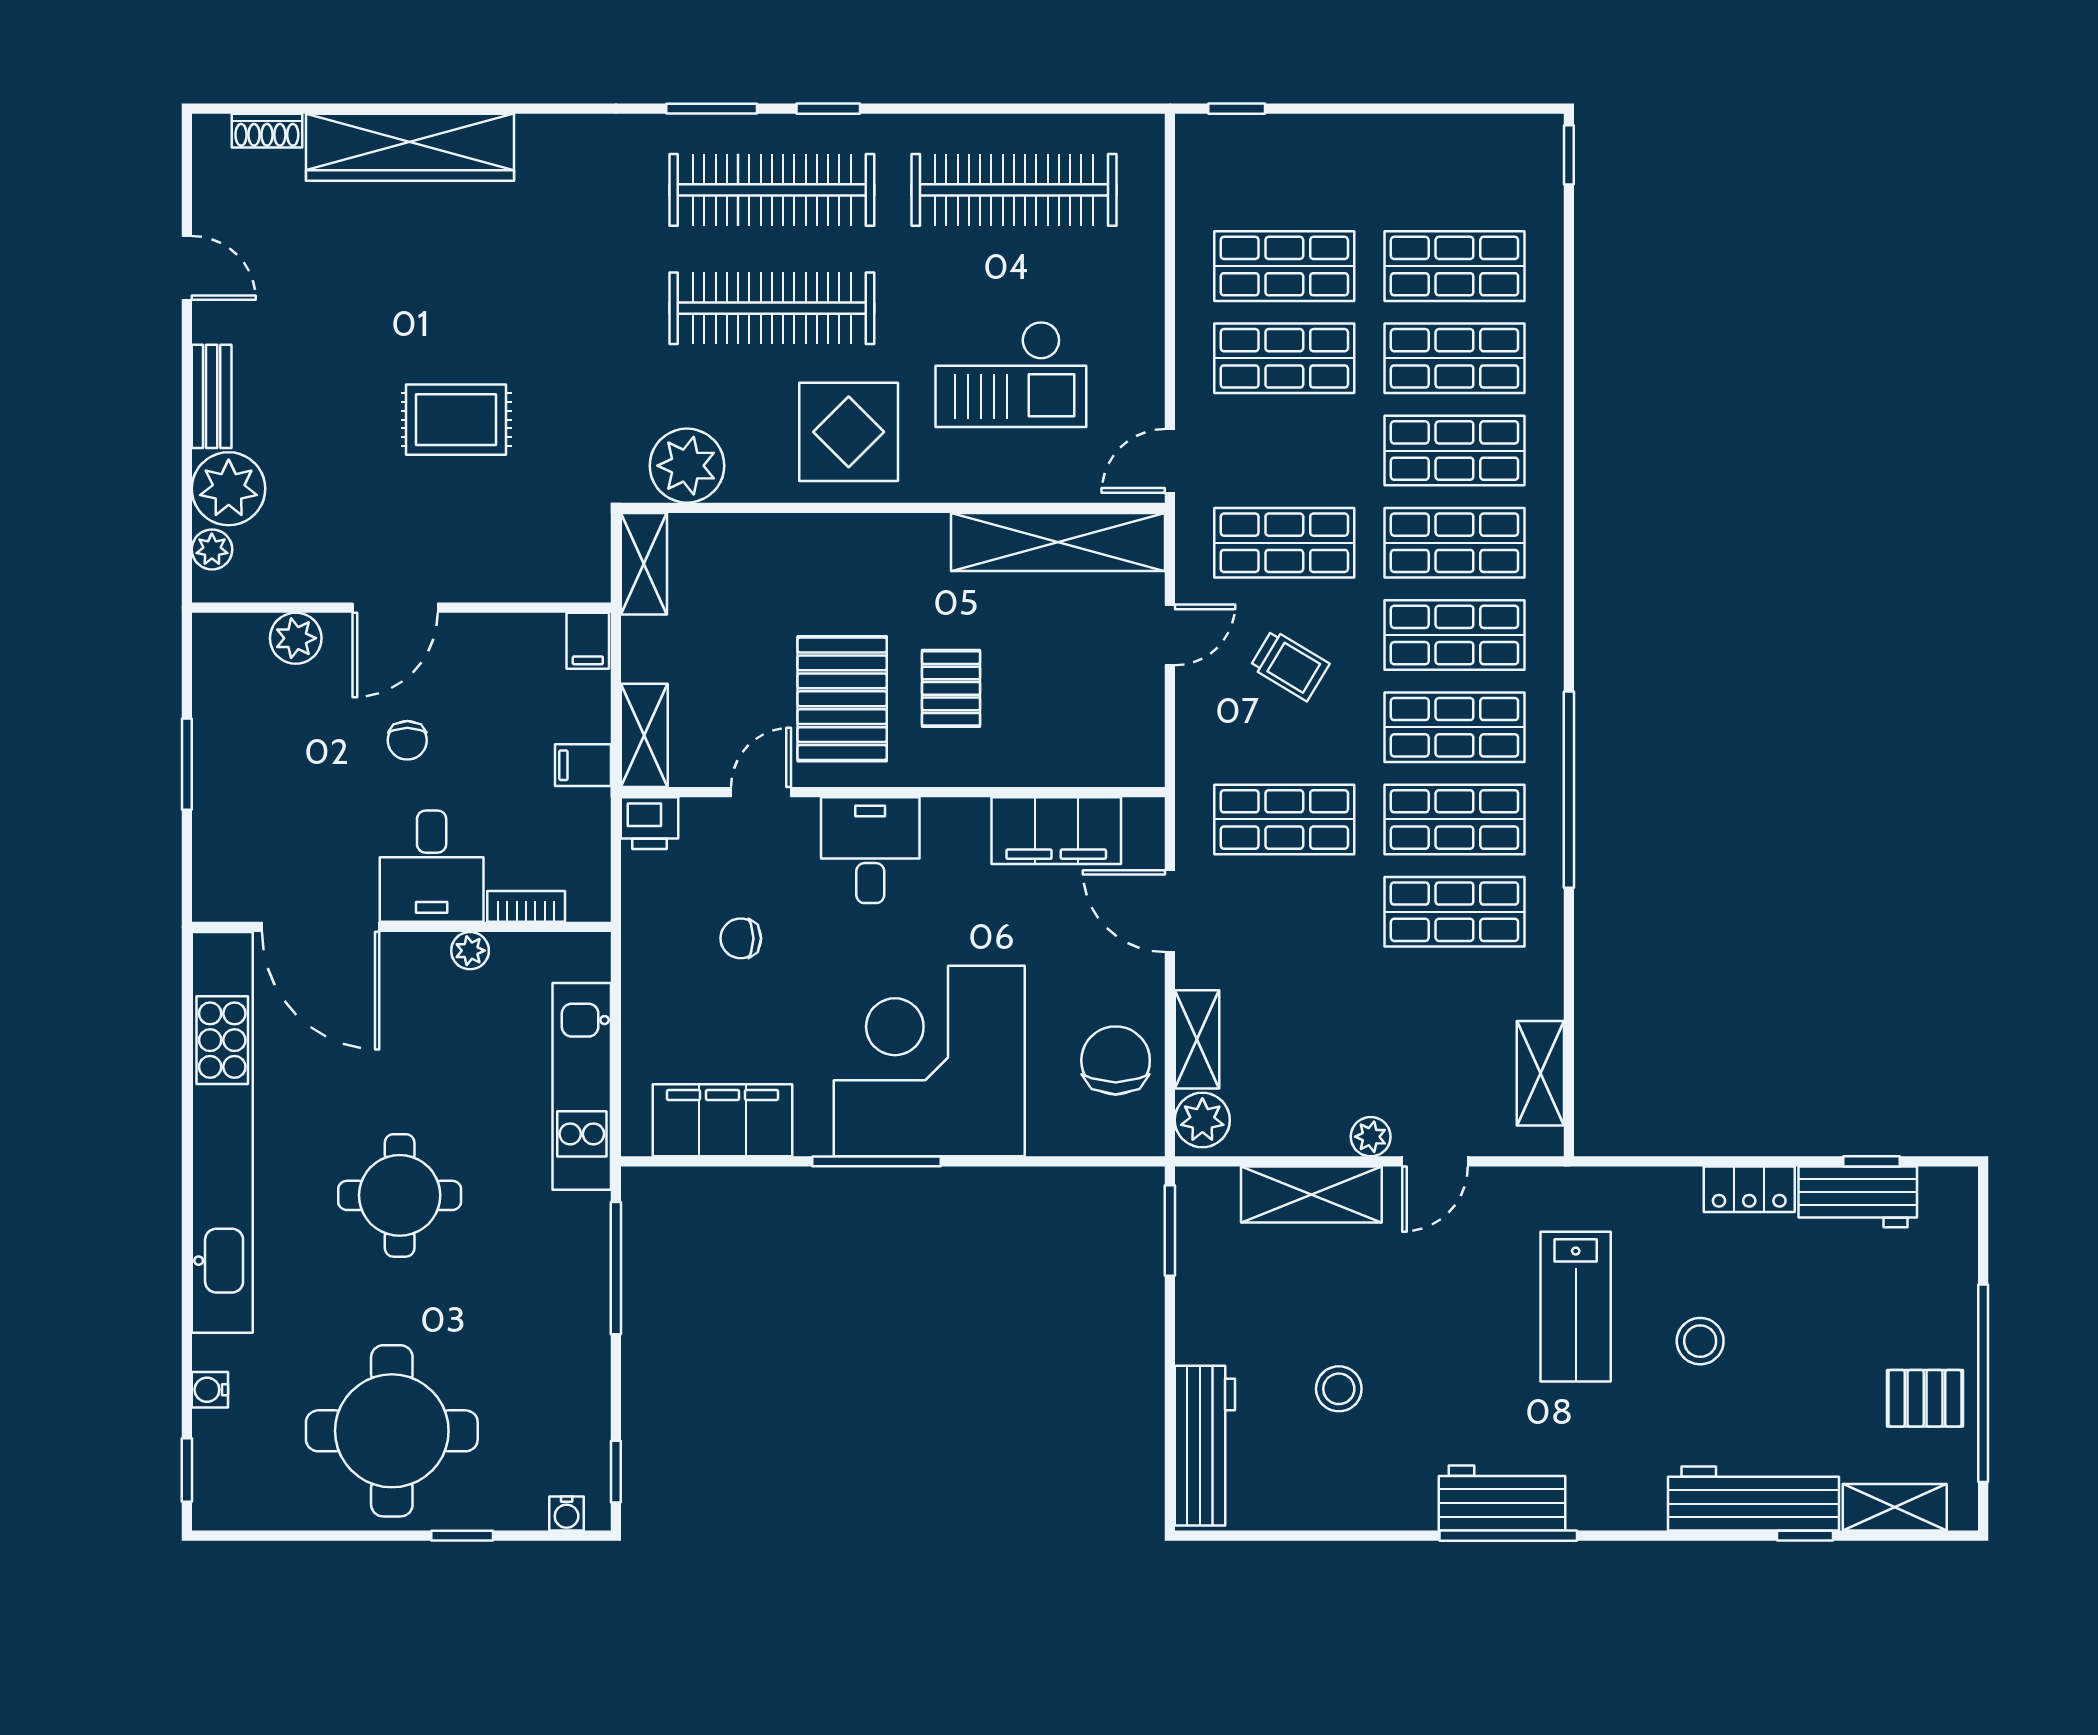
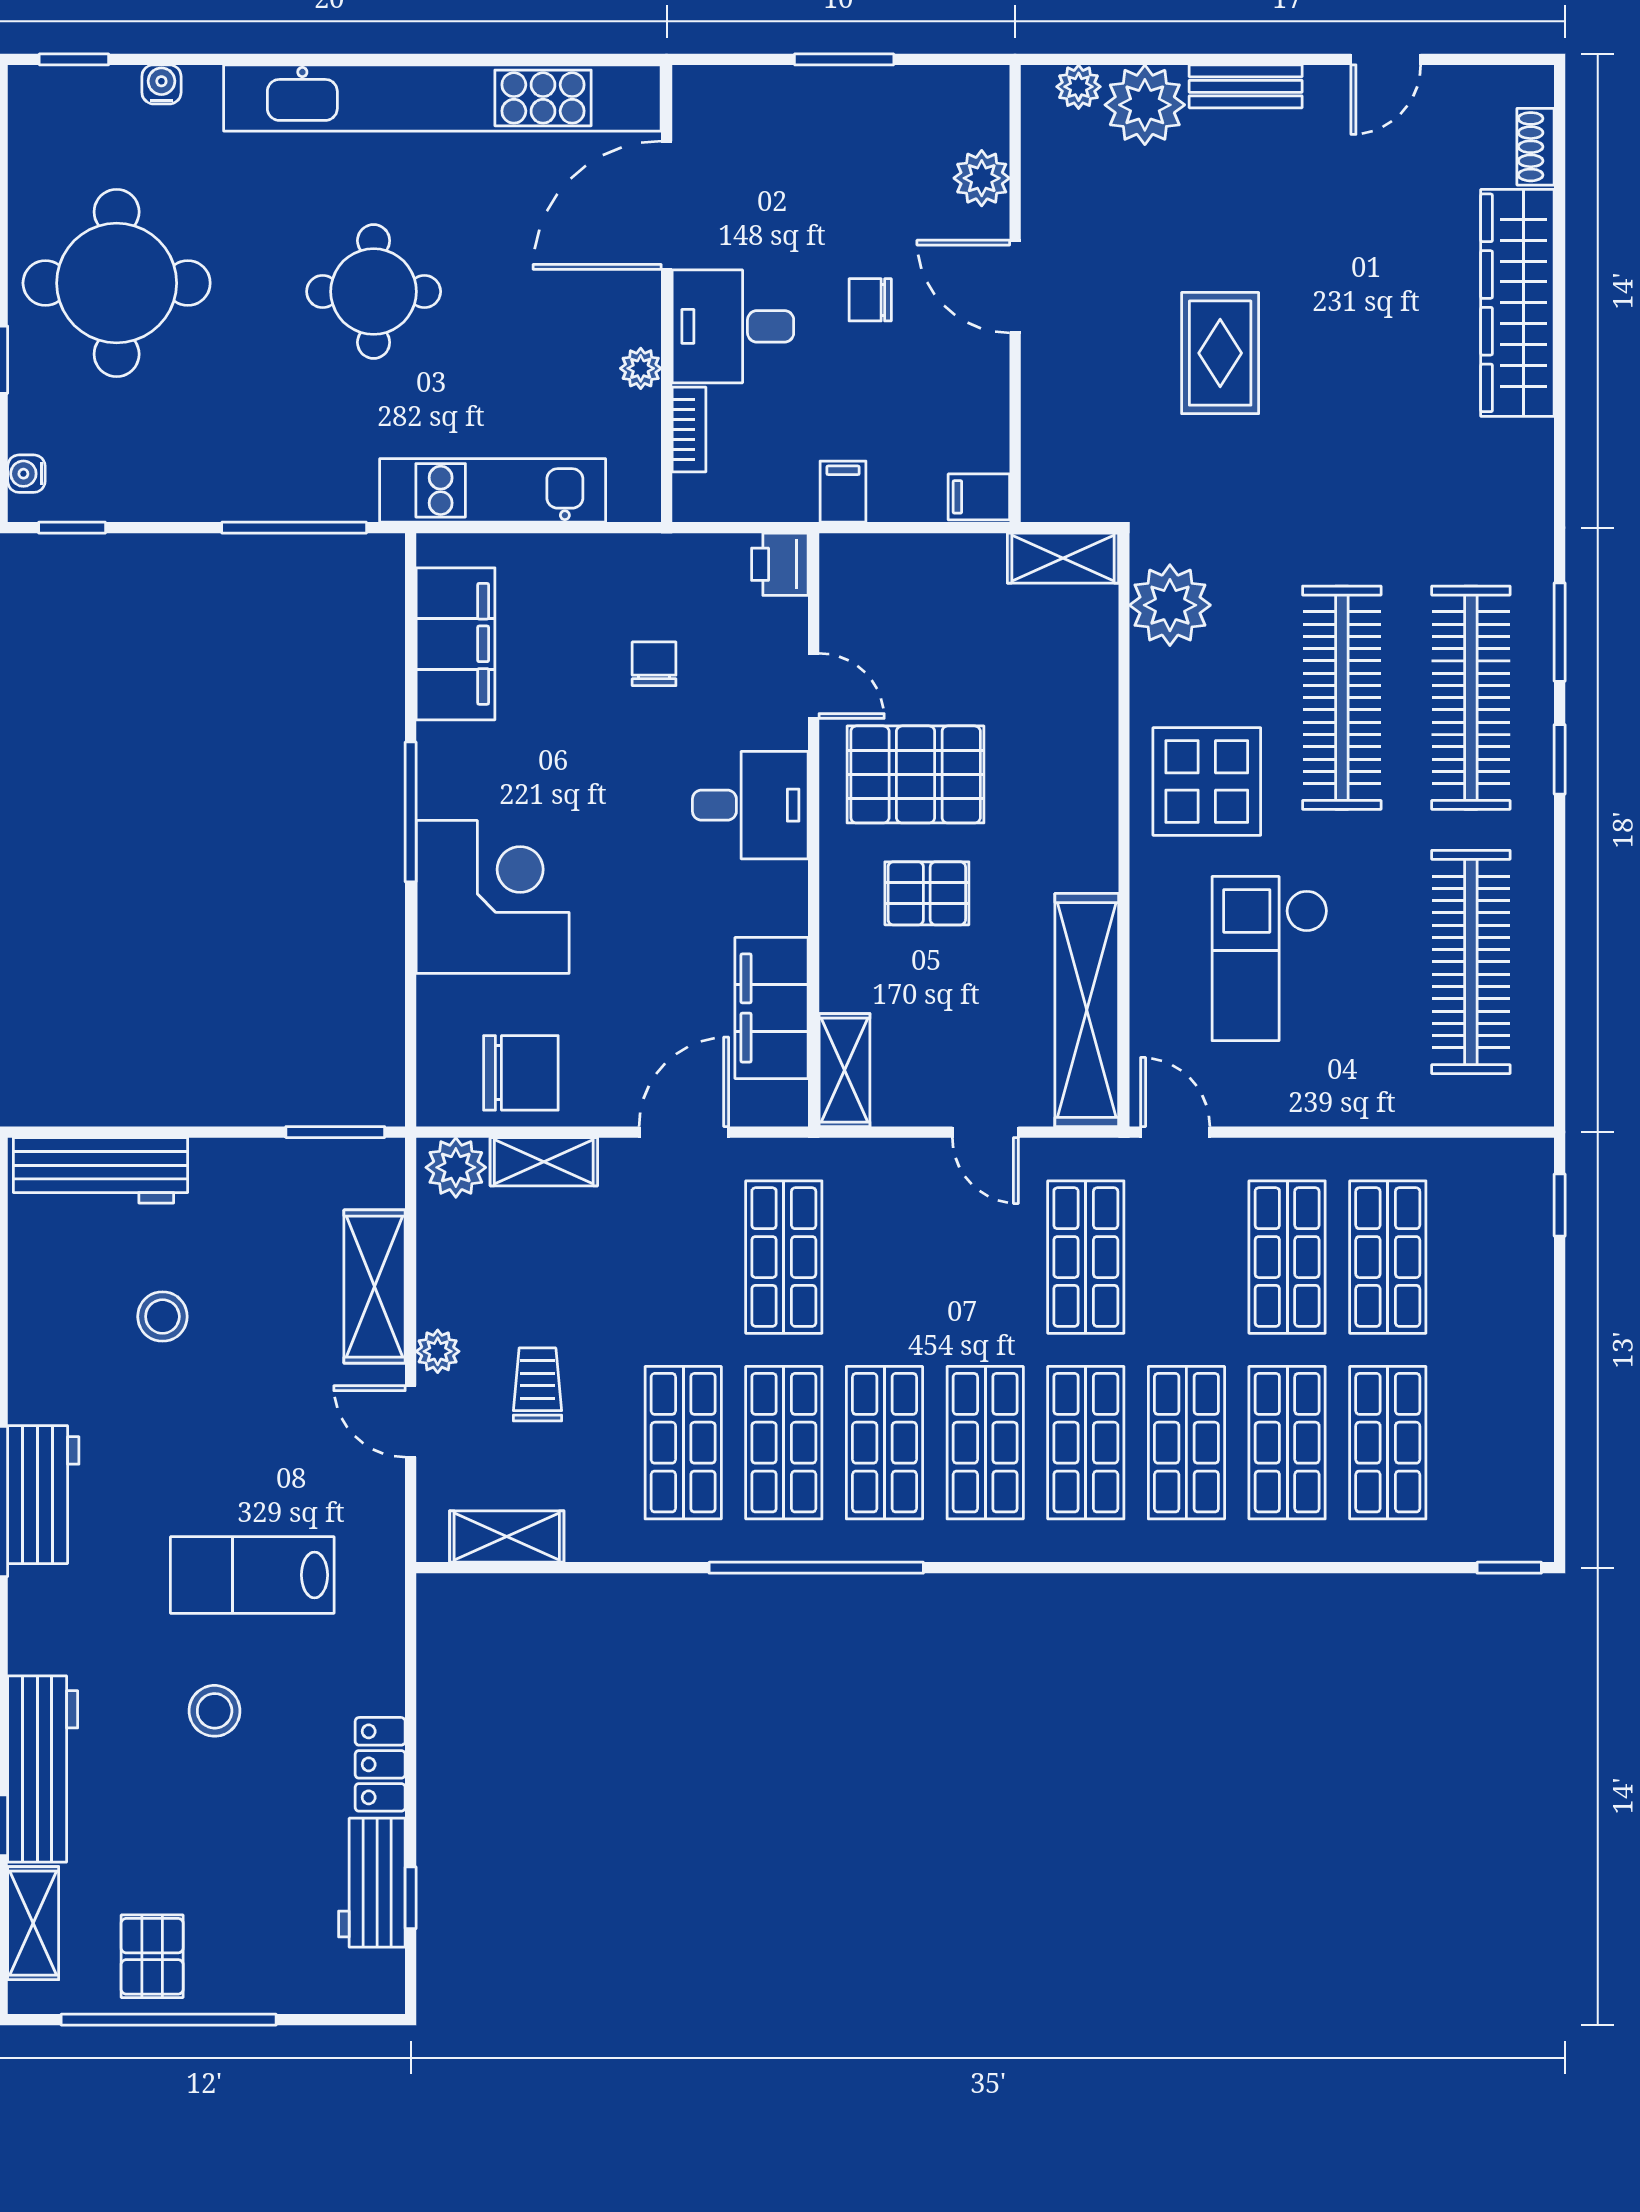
trolley: (1290, 665) -> (537, 1384), moved, turned 149
shelving: (644, 735) -> (844, 1070), moved, turned 90
corner desk: (929, 1061) -> (493, 897), width x0.74, depth x0.74

